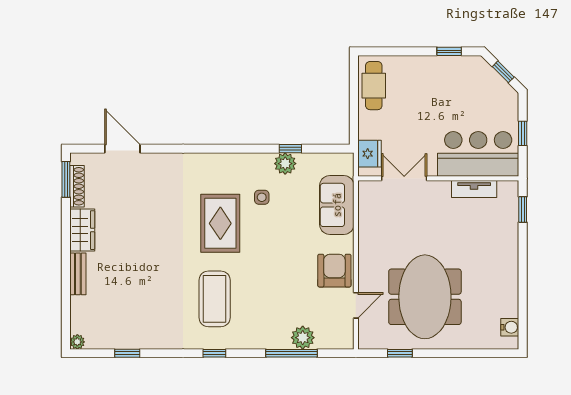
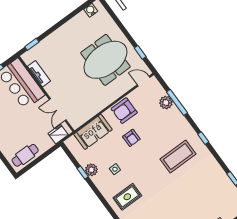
rug: (220, 223) -> (127, 197), moved, width x0.73, depth x0.70
armchair: (289, 253) -> (131, 138), added
door: (356, 305) -> (144, 81), moved

